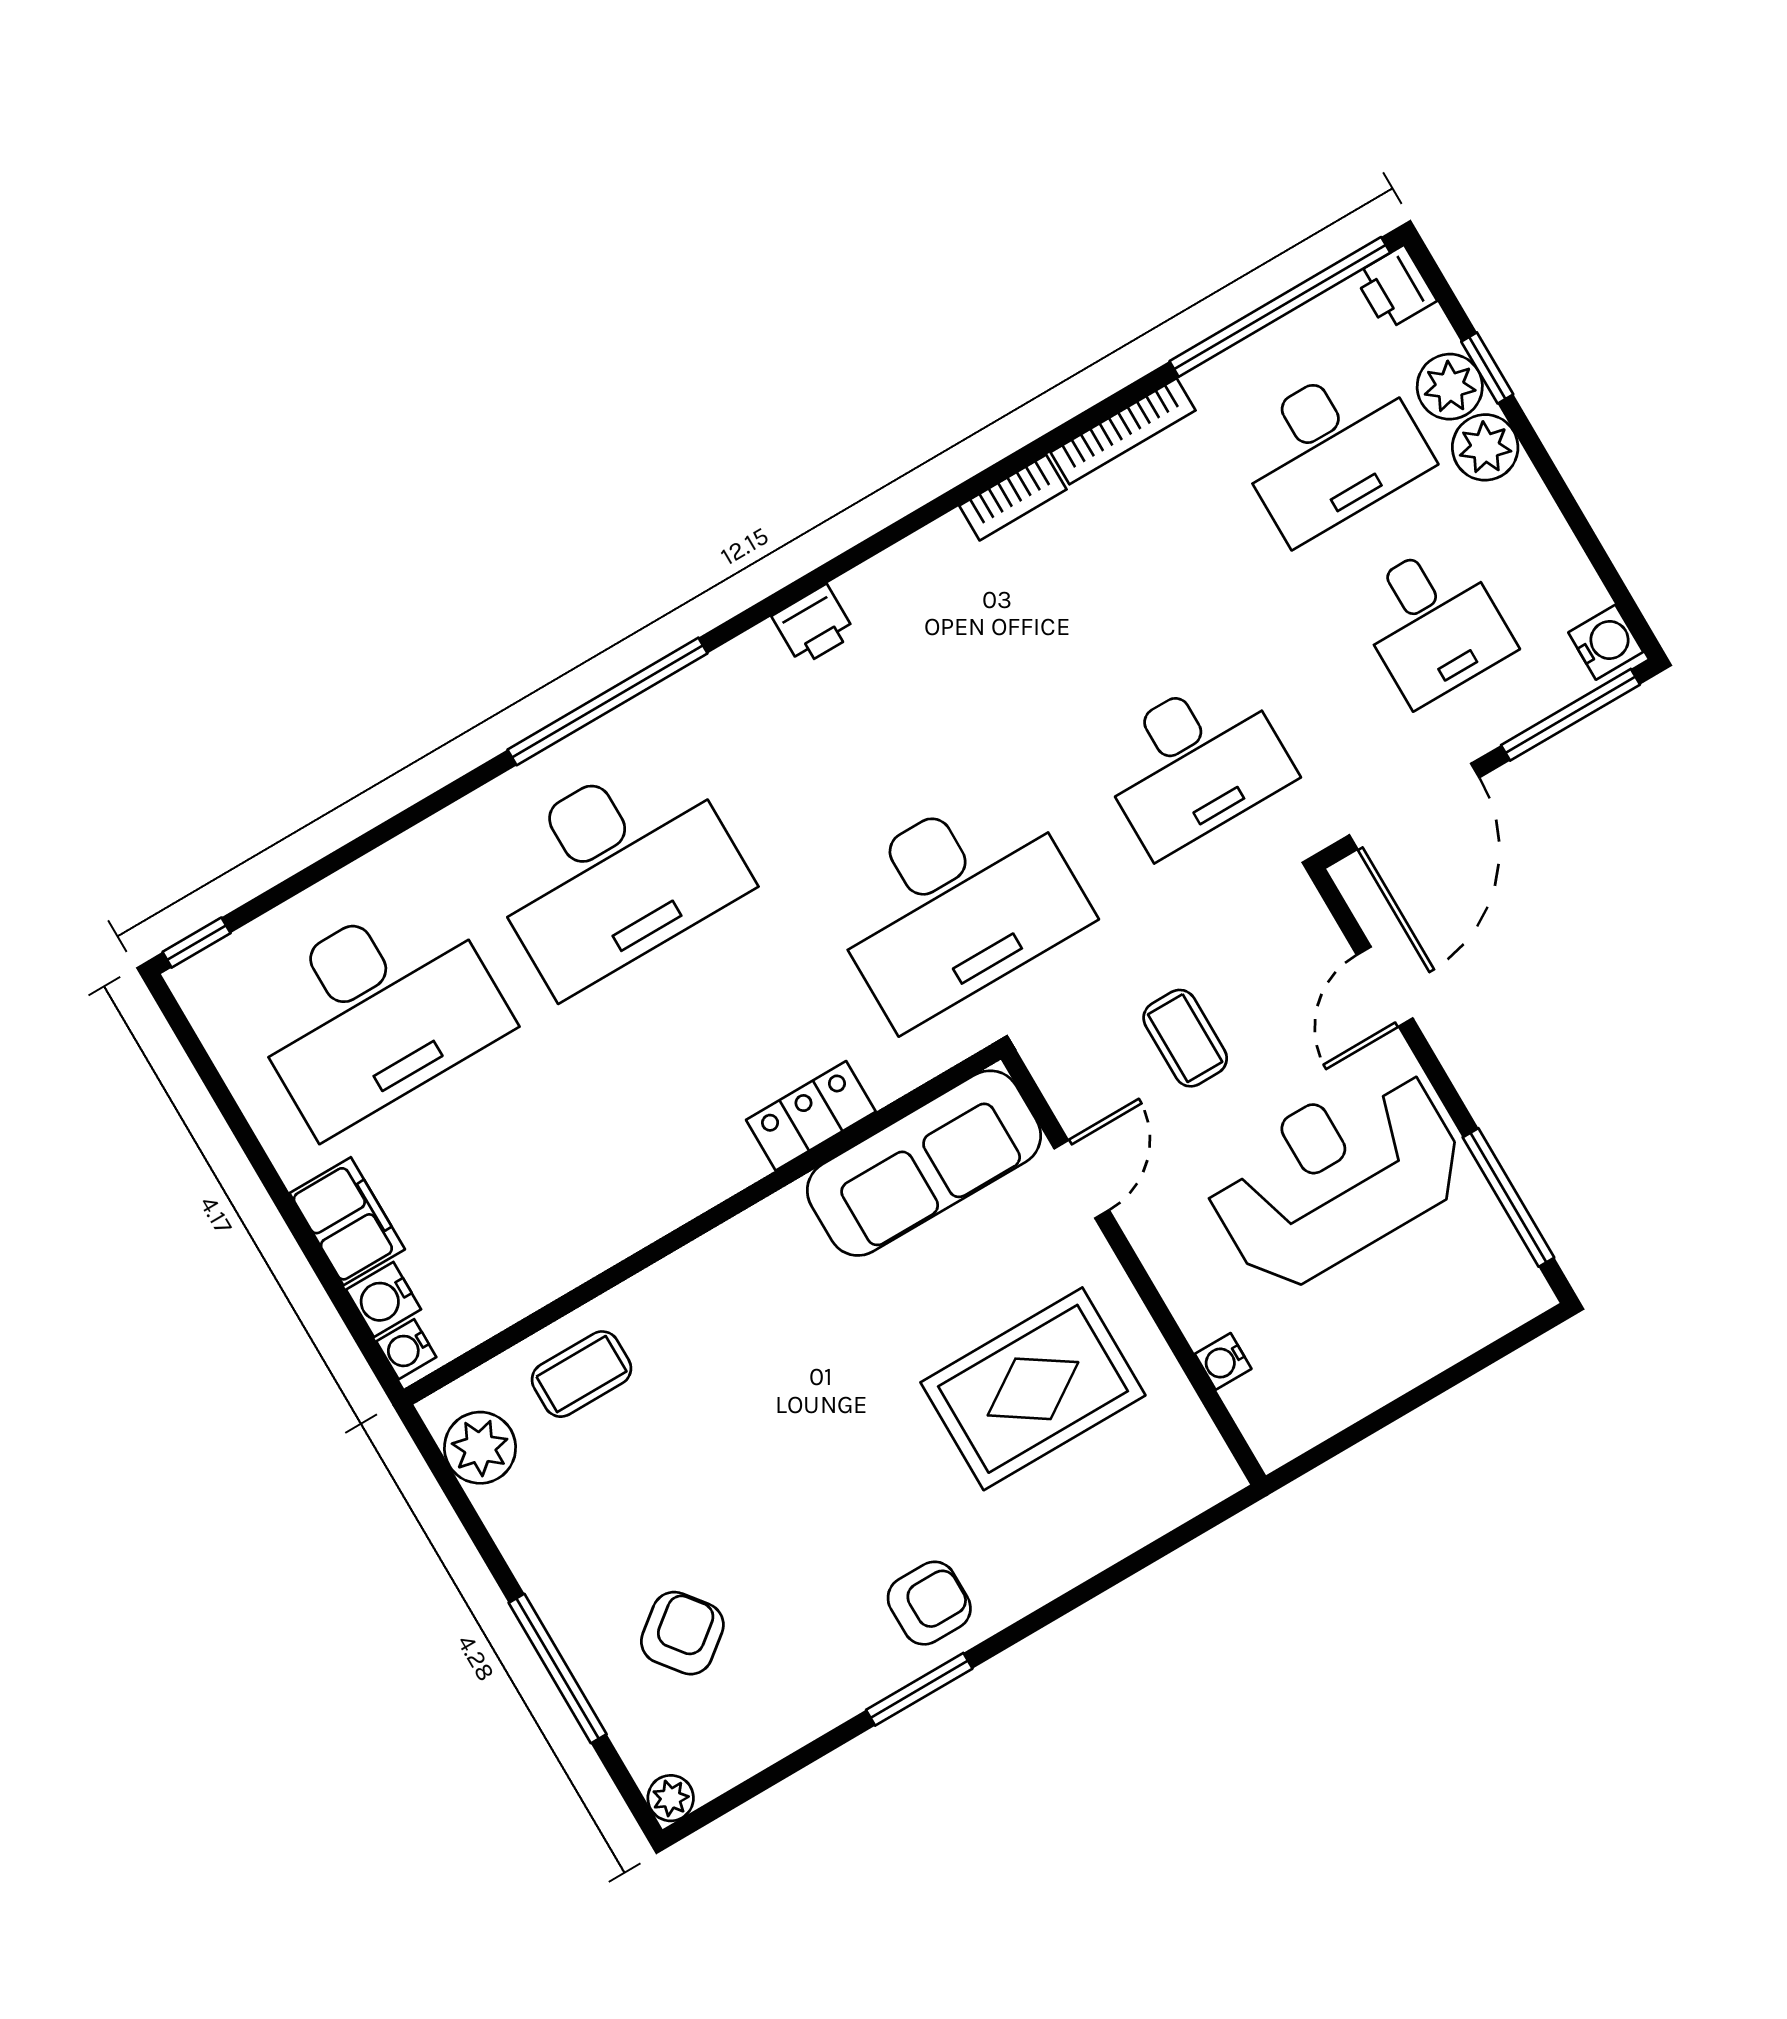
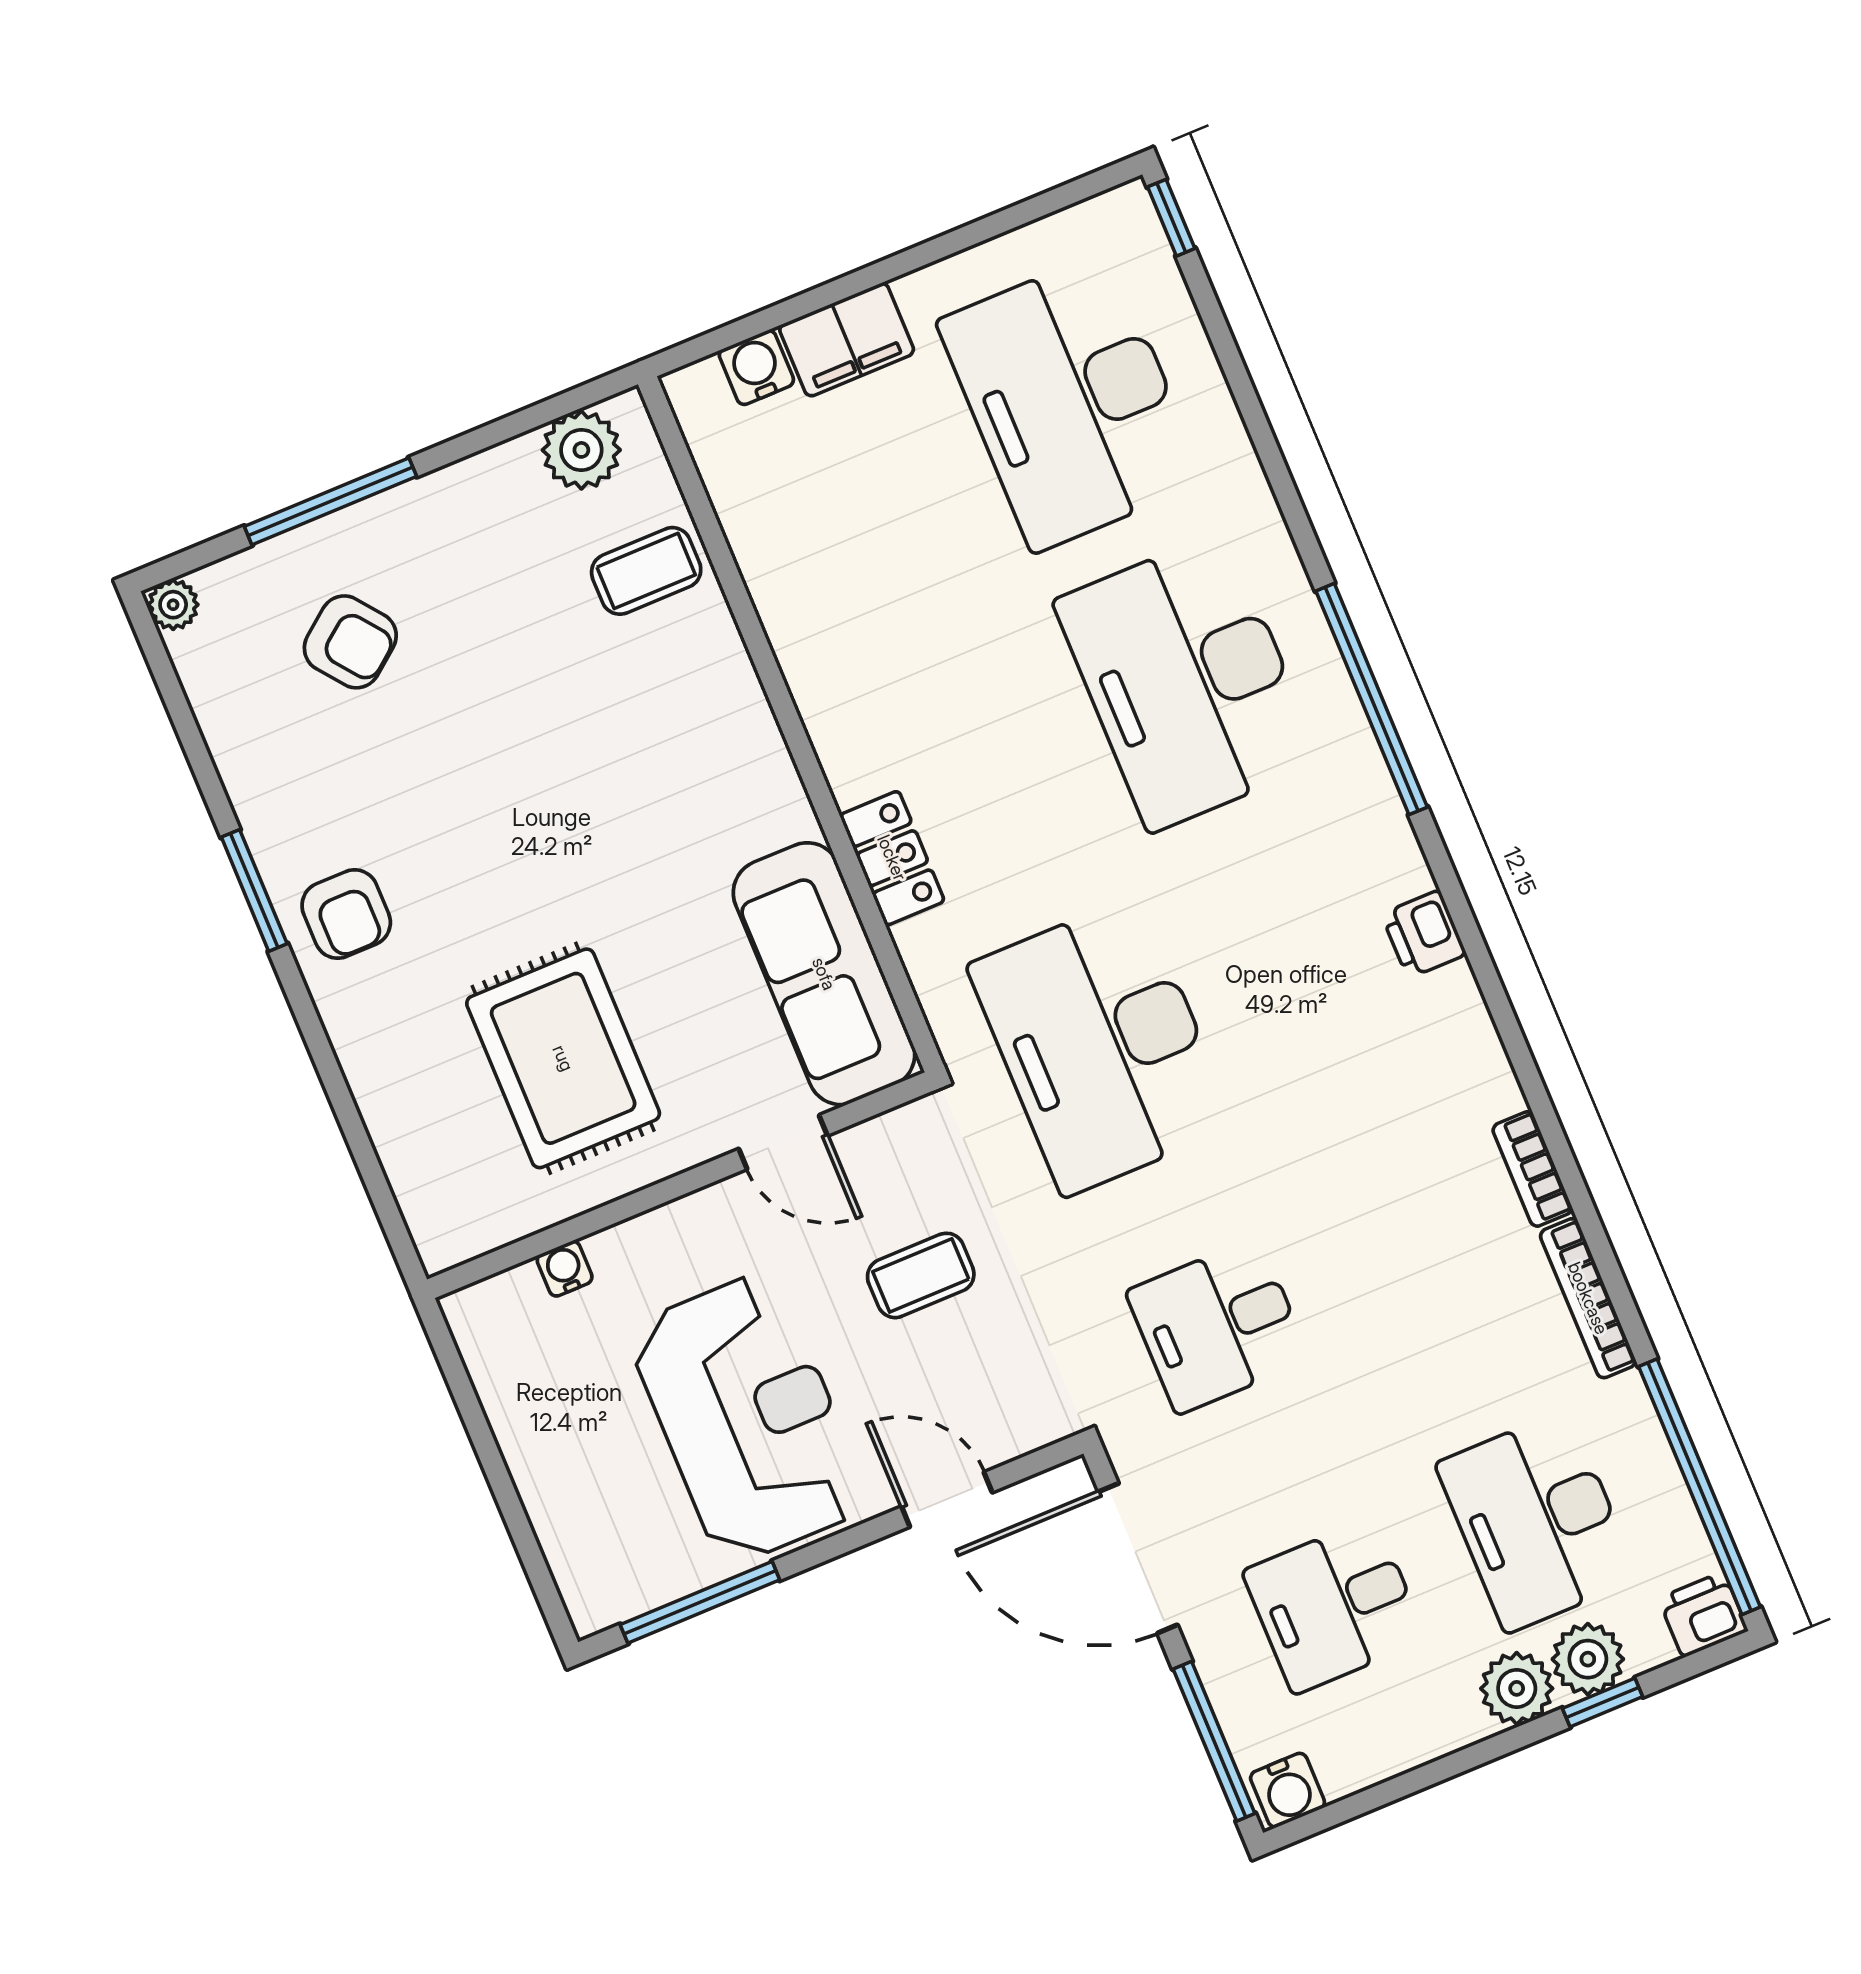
desk: (1194, 763) -> (1218, 1326), width x0.73
water cooler: (406, 1349) -> (699, 385), removed
coffee table: (581, 1374) -> (646, 571), turned 90

